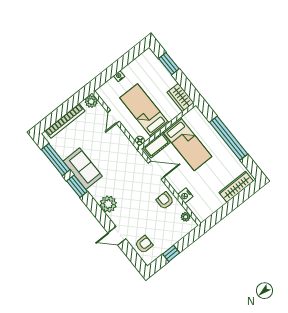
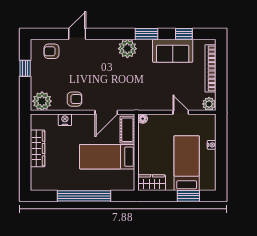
bed: (144, 110) -> (187, 163), moved, turned -90
window: (56, 160) -> (184, 34), width x0.46
sofa: (83, 169) -> (173, 51), moved
wardrobe: (236, 187) -> (38, 148), moved
plant: (108, 204) -> (127, 49), moved
plant: (186, 217) -> (42, 101), width x1.88, depth x1.88
armchair: (144, 244) -> (51, 51), turned 90

